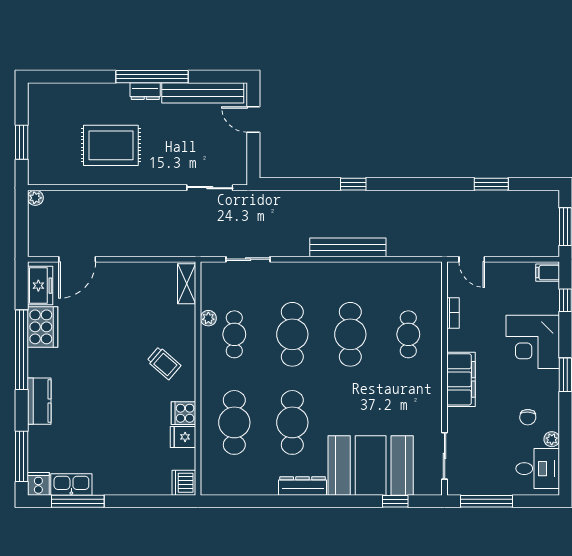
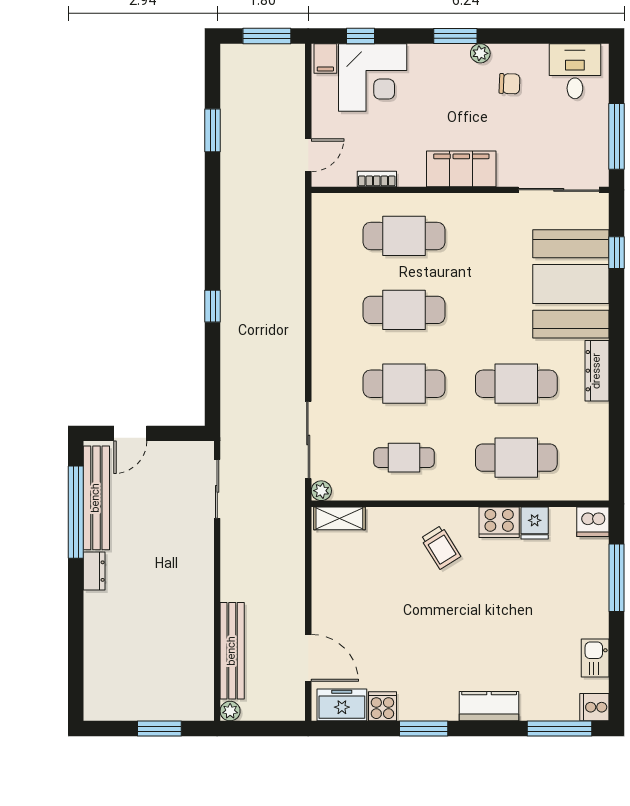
window: (152, 77) -> (76, 512), moved
rug: (111, 145) -> (163, 615), removed
bench: (348, 247) -> (232, 651), moved
sliding door: (248, 259) -> (308, 440), width x1.37
plant: (208, 318) -> (321, 491), moved
cooker: (43, 327) -> (382, 706), width x0.53, depth x0.76
cafe table: (408, 334) -> (404, 236), width x1.37, depth x1.35
corner desk: (533, 342) -> (373, 77), moved
window: (22, 350) -> (424, 729), width x0.47
trolley: (164, 363) -> (441, 547), turned 107
cooker: (184, 413) -> (499, 522), width x1.36
plant: (552, 439) -> (480, 53), moved
sliding door: (445, 456) -> (559, 190), width x1.37
kitchen sink: (71, 484) -> (595, 658), width x0.73
window: (78, 501) -> (617, 578), moved

